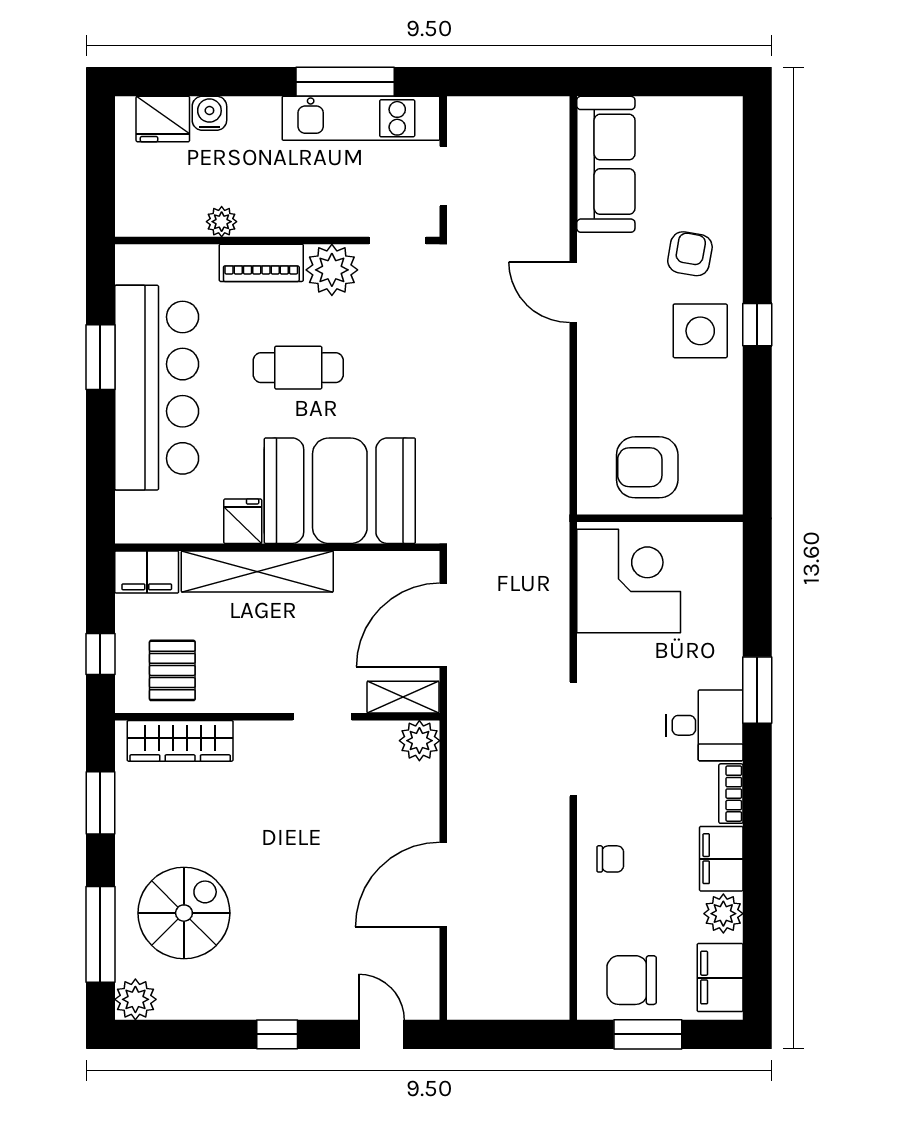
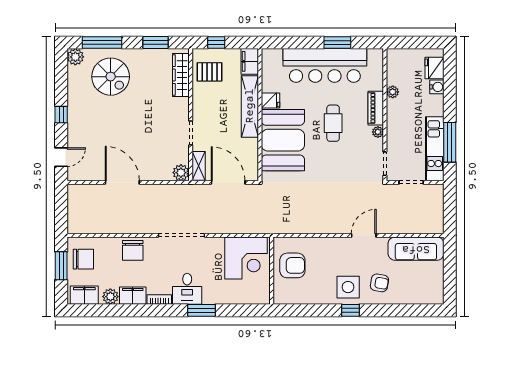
plant: (332, 270) -> (378, 132), width x0.53, depth x0.53
armchair: (647, 467) -> (292, 265), turned 90
chair: (610, 859) -> (133, 250), width x1.87, depth x1.87
chair: (632, 980) -> (83, 259), turned 90

